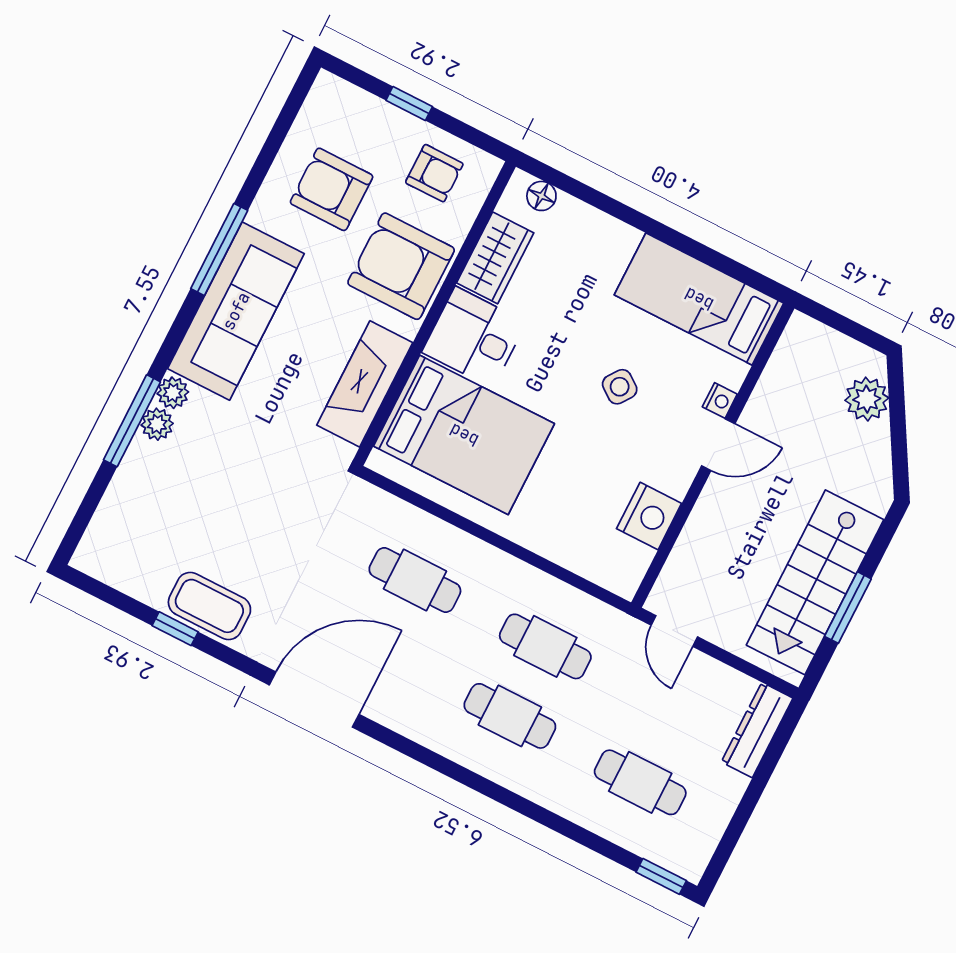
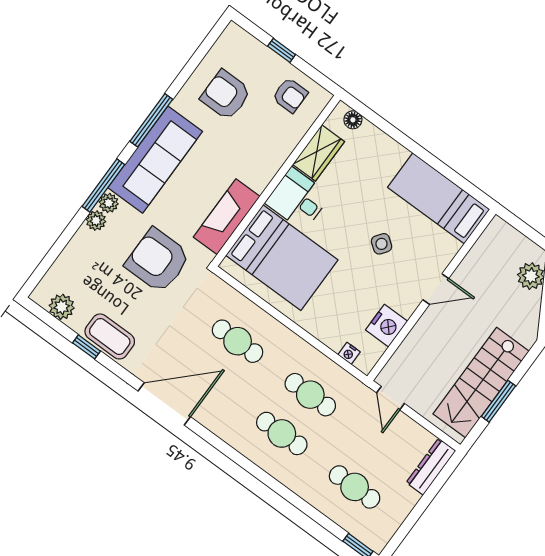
armchair: (401, 266) -> (158, 260), moved
nightstand: (720, 401) -> (349, 353), moved, turned 90
window: (132, 421) -> (103, 186), moved
plant: (125, 571) -> (62, 307), added

